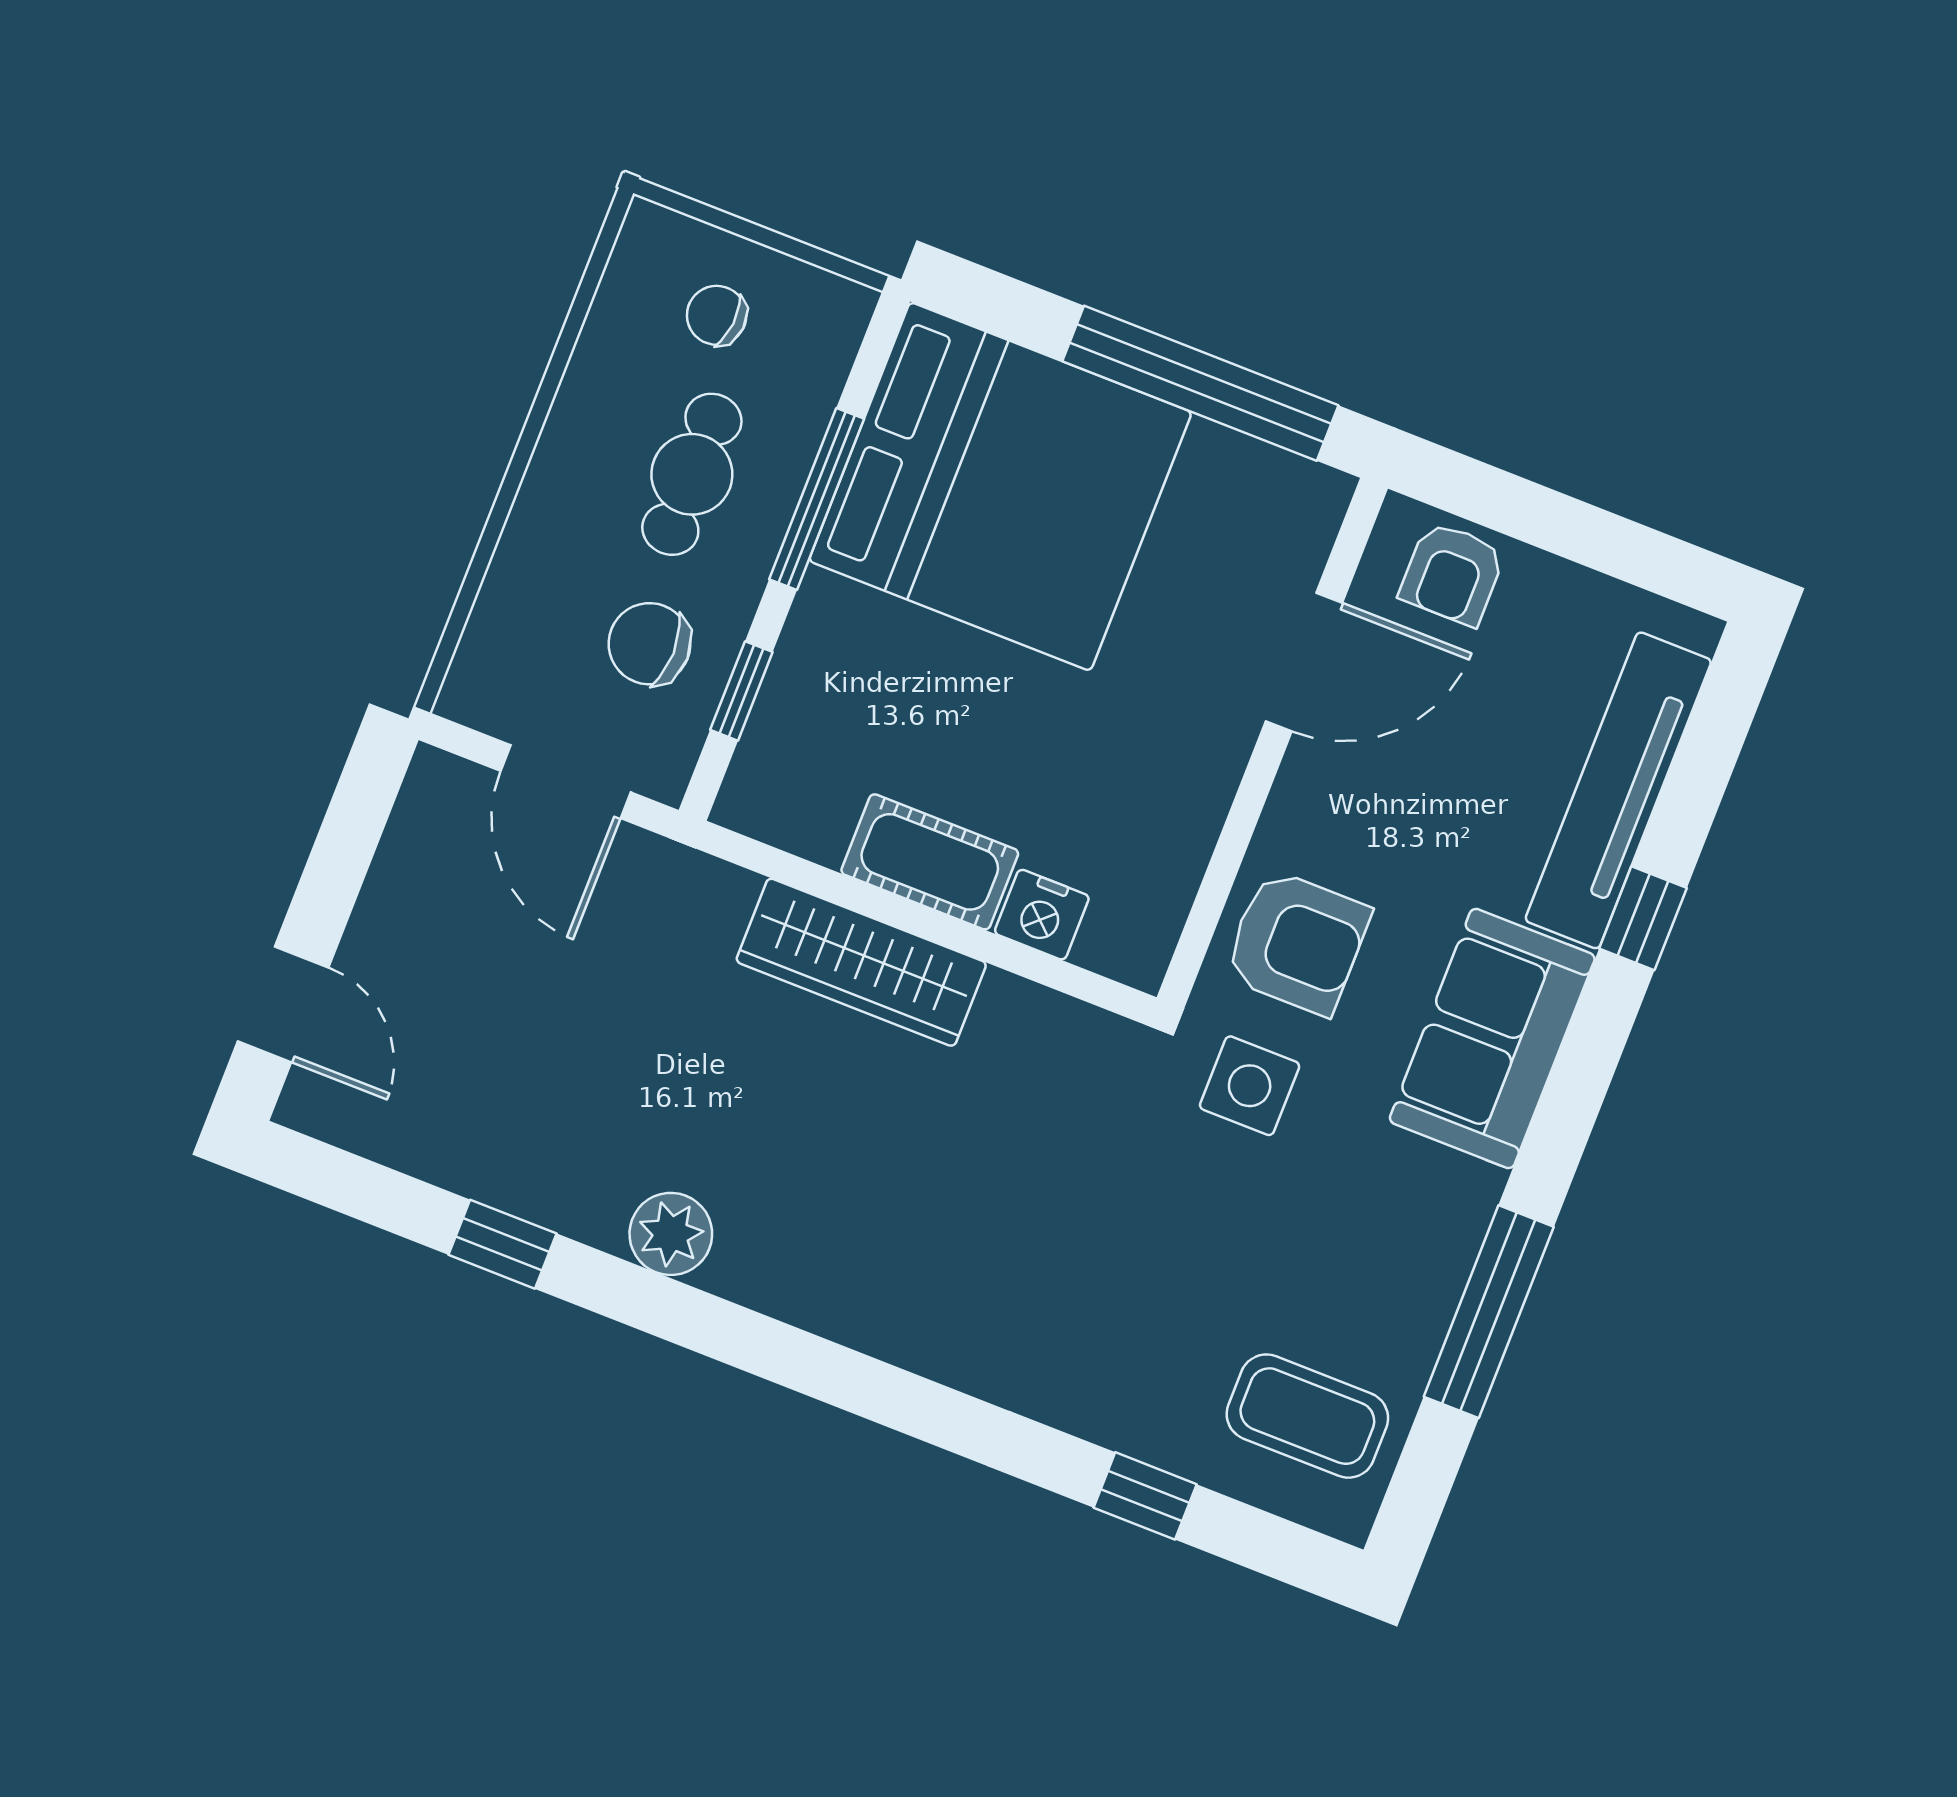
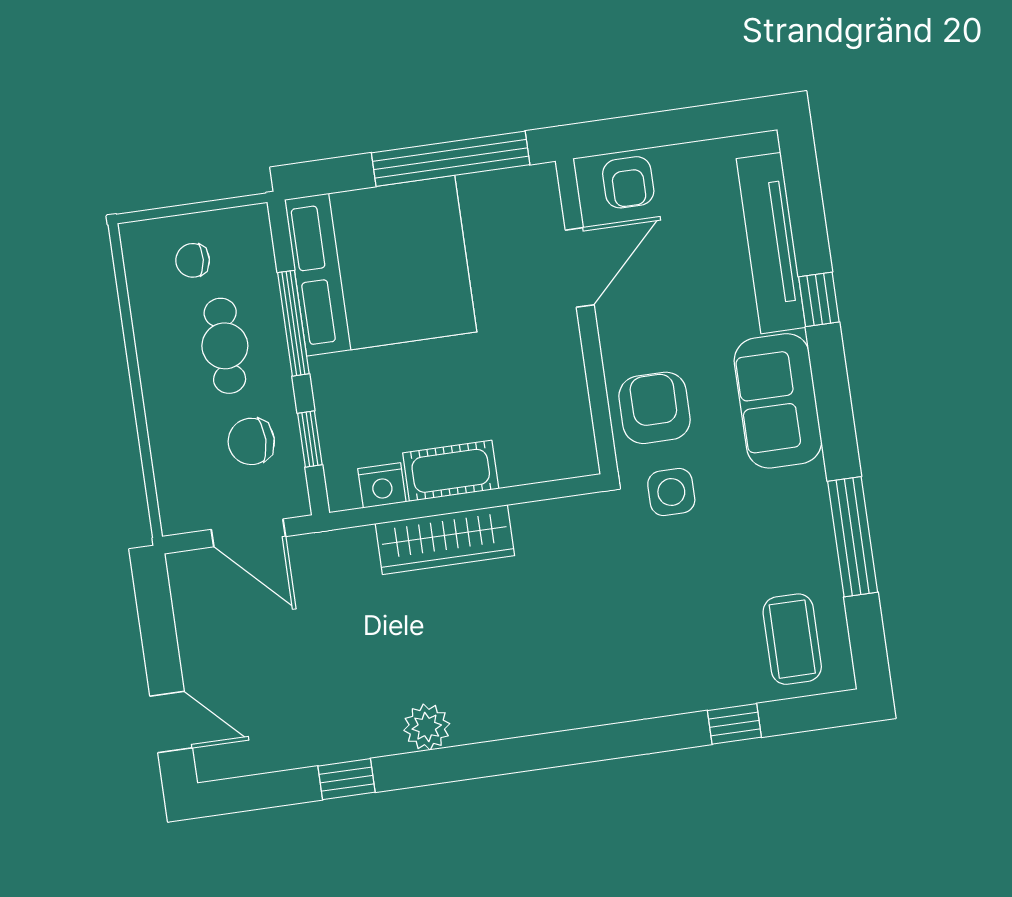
nightstand: (1042, 915) -> (382, 485), moved
armchair: (1297, 942) -> (655, 408), turned -90
coffee table: (1307, 1416) -> (792, 639), turned 90

